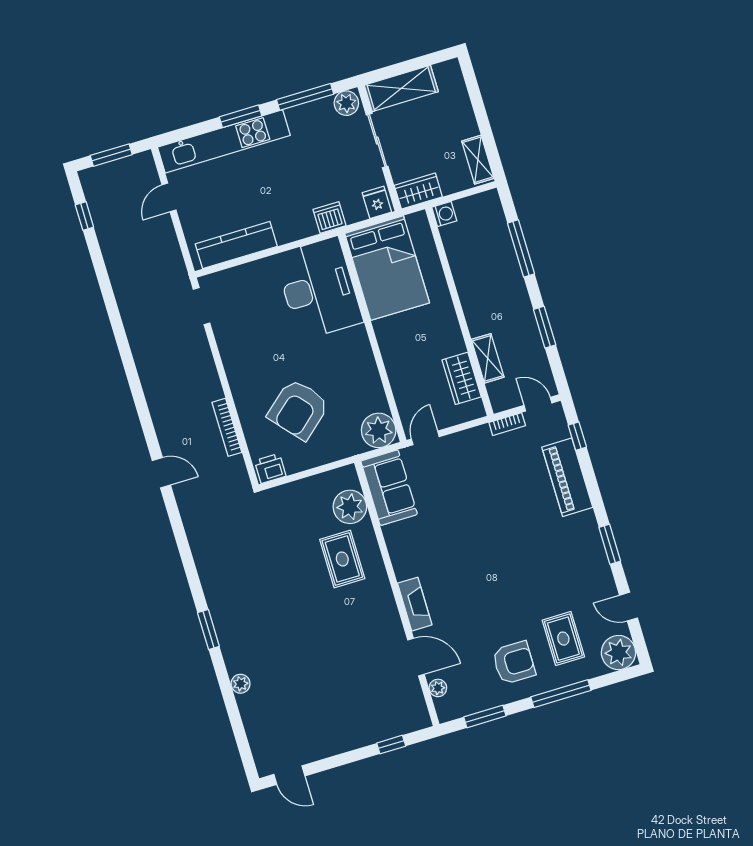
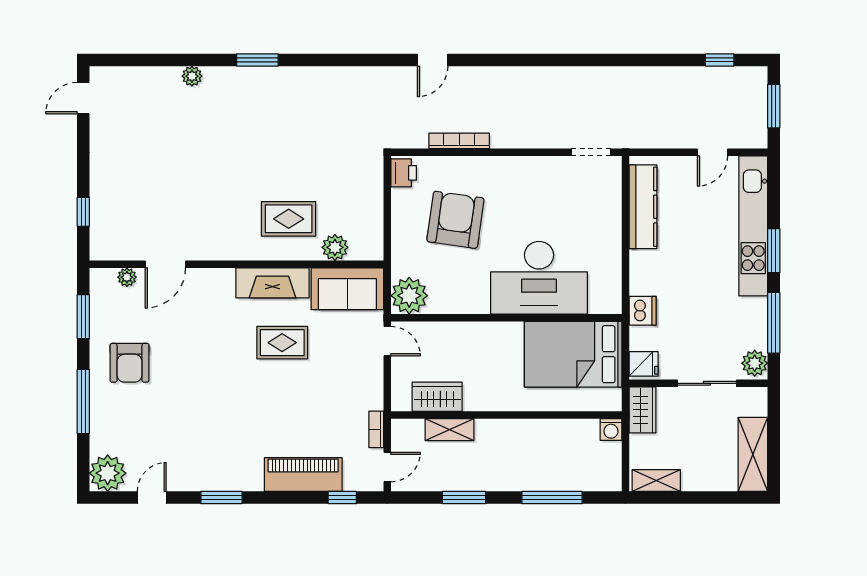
shelving: (401, 88) -> (753, 454), moved
door: (169, 197) -> (713, 152), swing flipped
desk: (319, 288) -> (539, 278), moved
armchair: (298, 409) -> (455, 220), turned 49
plant: (350, 507) -> (335, 247), width x0.73, depth x0.73
fireplace: (415, 604) -> (273, 283), moved, width x1.37, depth x1.32
rug: (563, 639) -> (282, 343), moved

